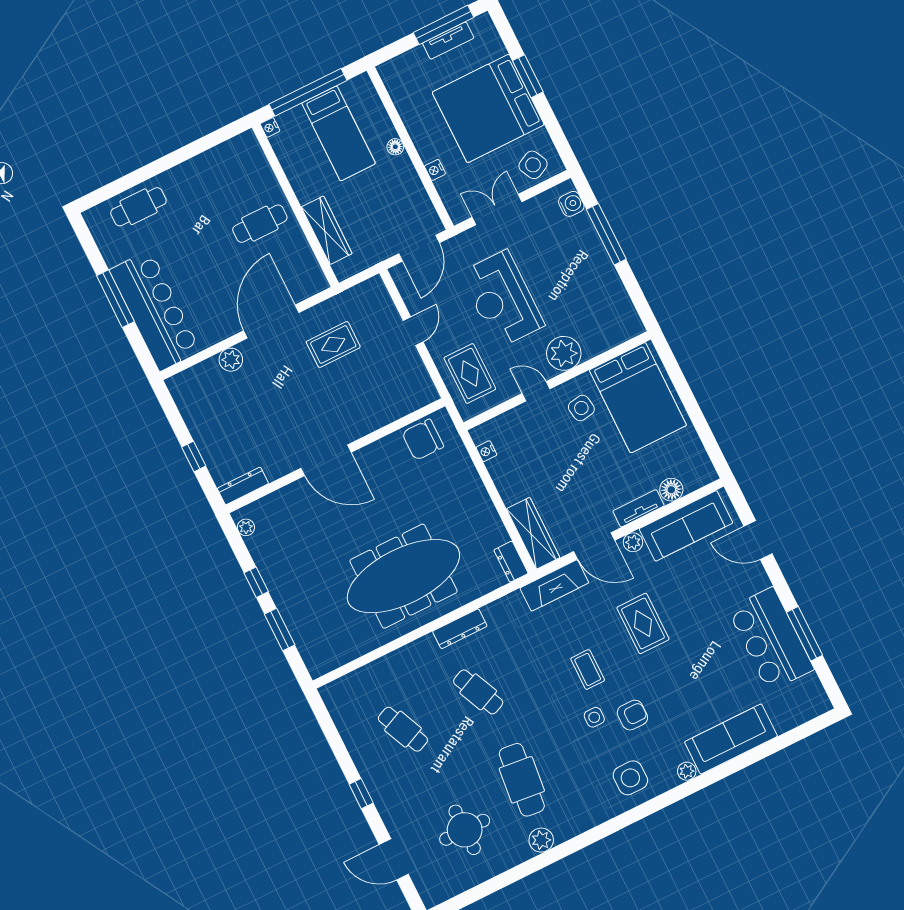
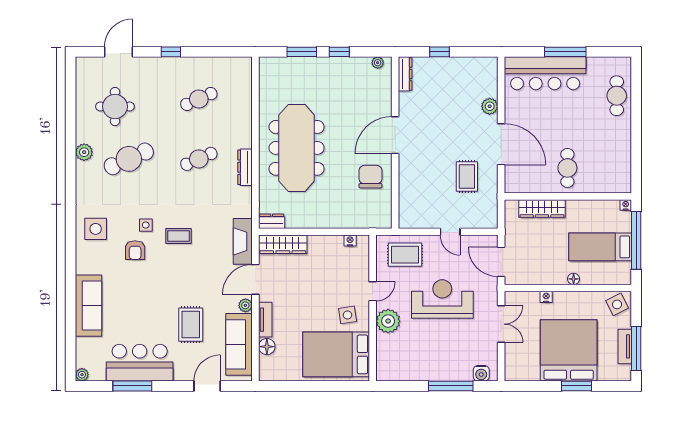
side table: (533, 165) -> (617, 304), moved
chair: (423, 440) -> (370, 177), moved
rug: (643, 623) -> (191, 325), moved, turned 90
plant: (687, 771) -> (82, 375), moved
cafe table: (522, 780) -> (129, 159), turned -30

